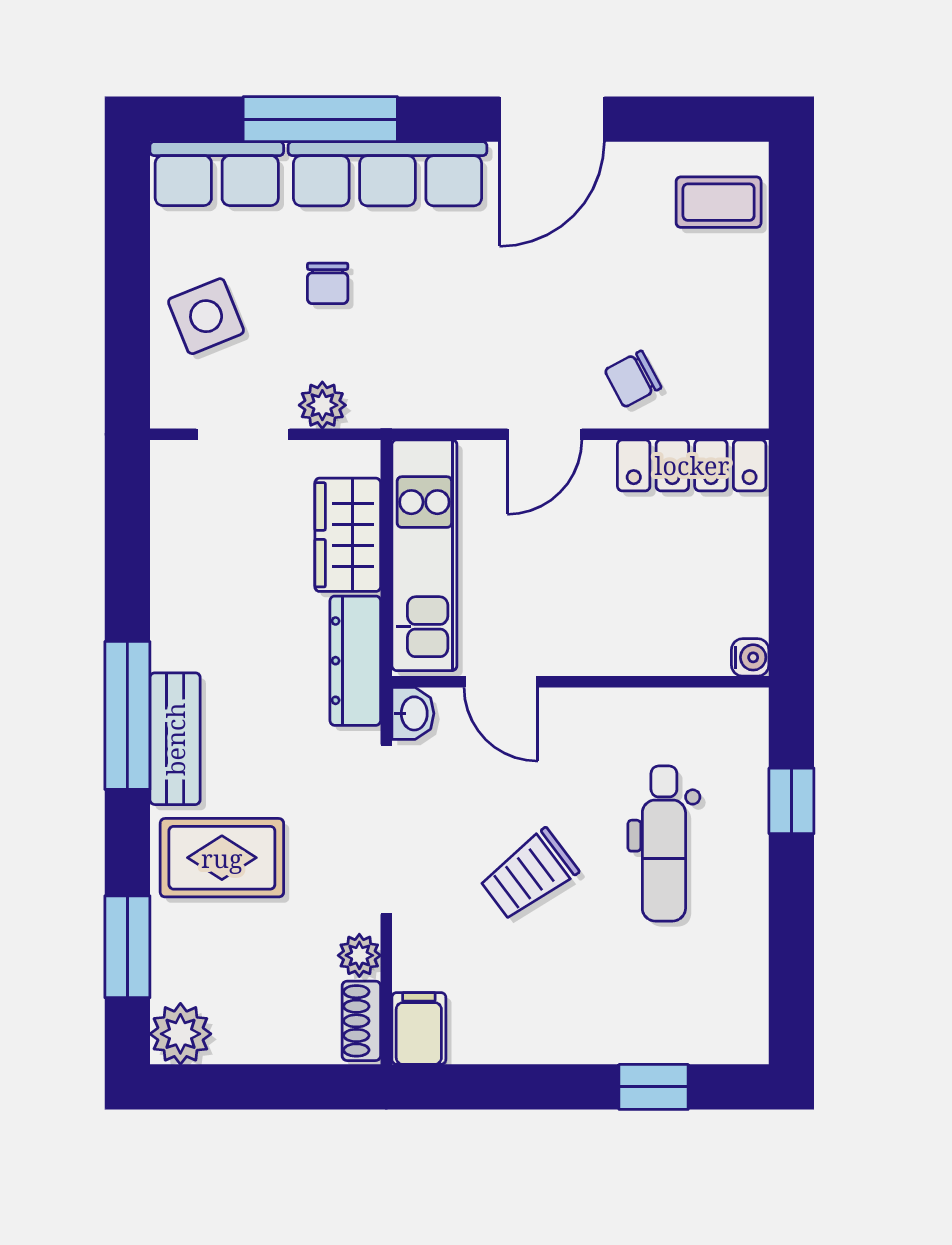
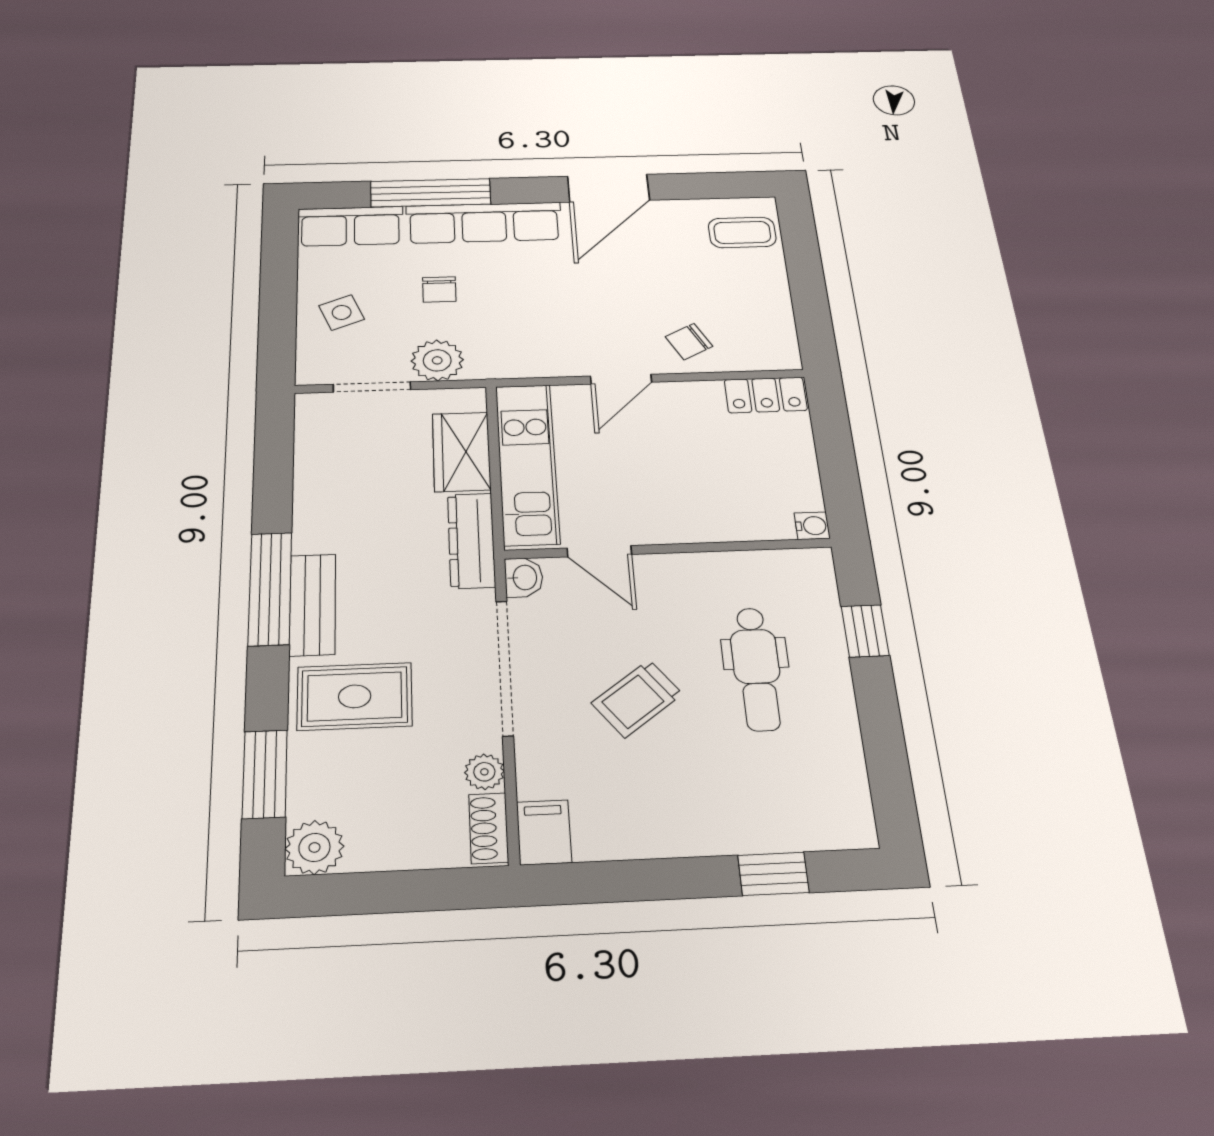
side table: (206, 316) -> (342, 312), width x0.73, depth x0.73
plant: (322, 405) -> (437, 360), width x1.38, depth x1.38
locker: (692, 465) -> (766, 395), width x0.66

